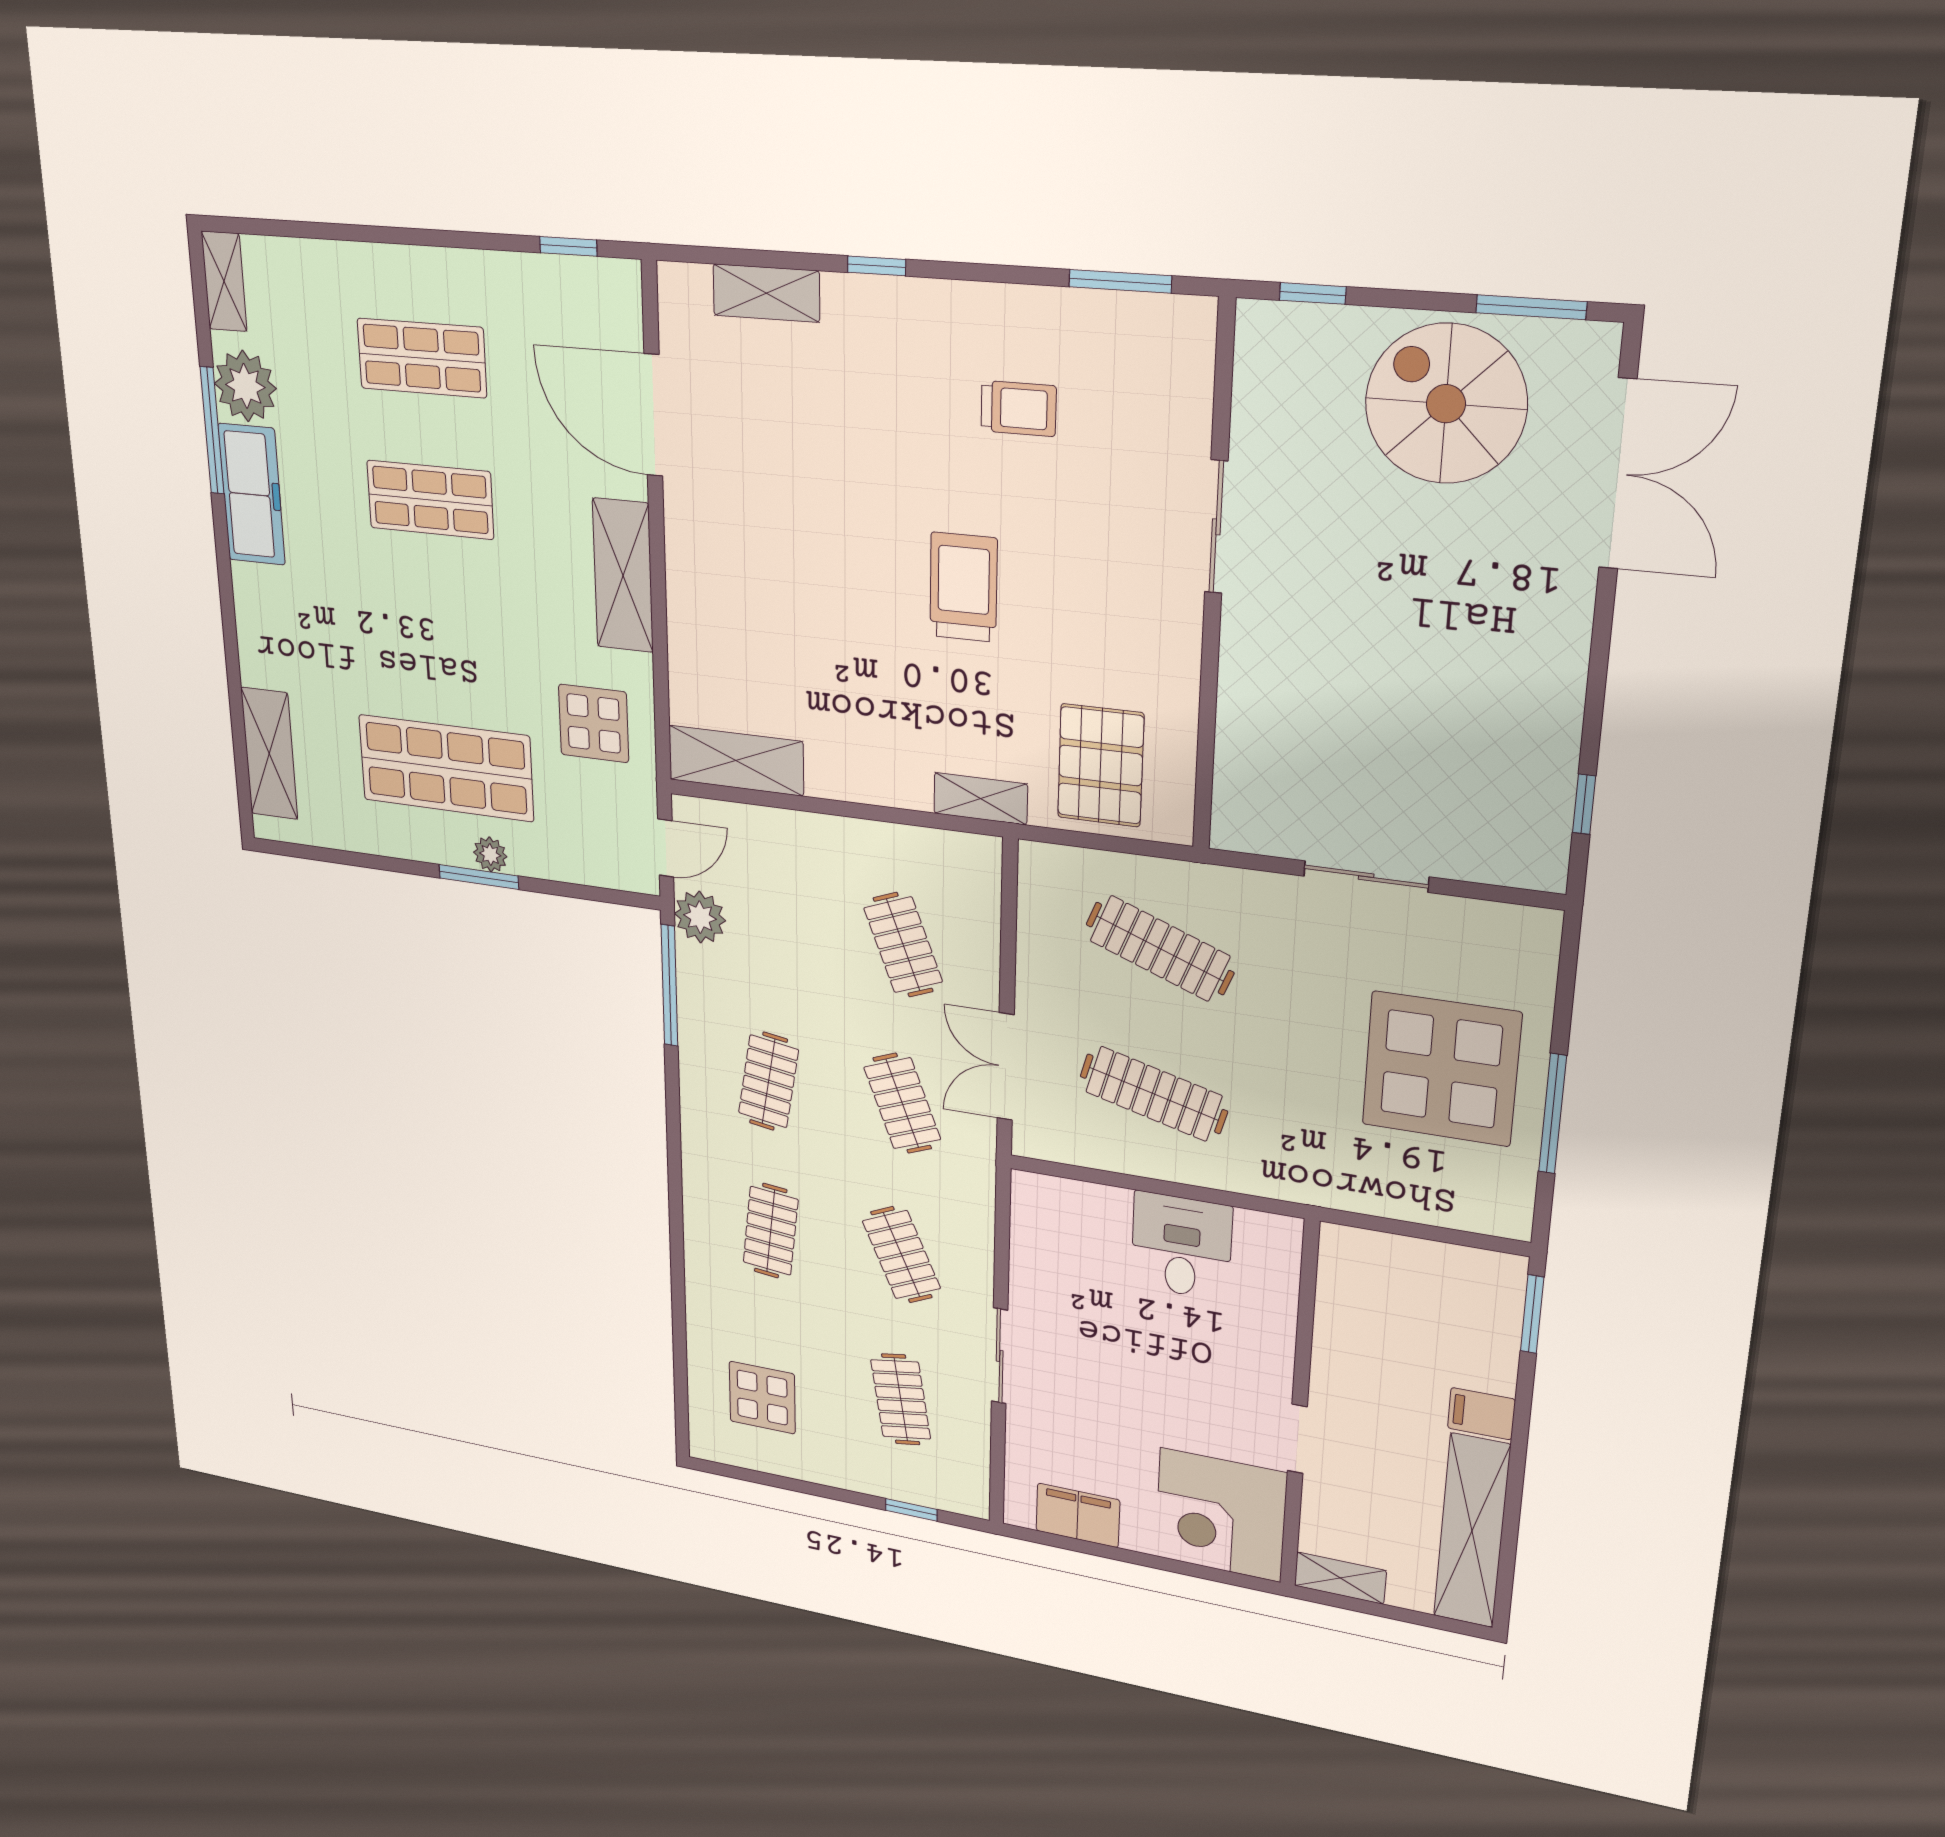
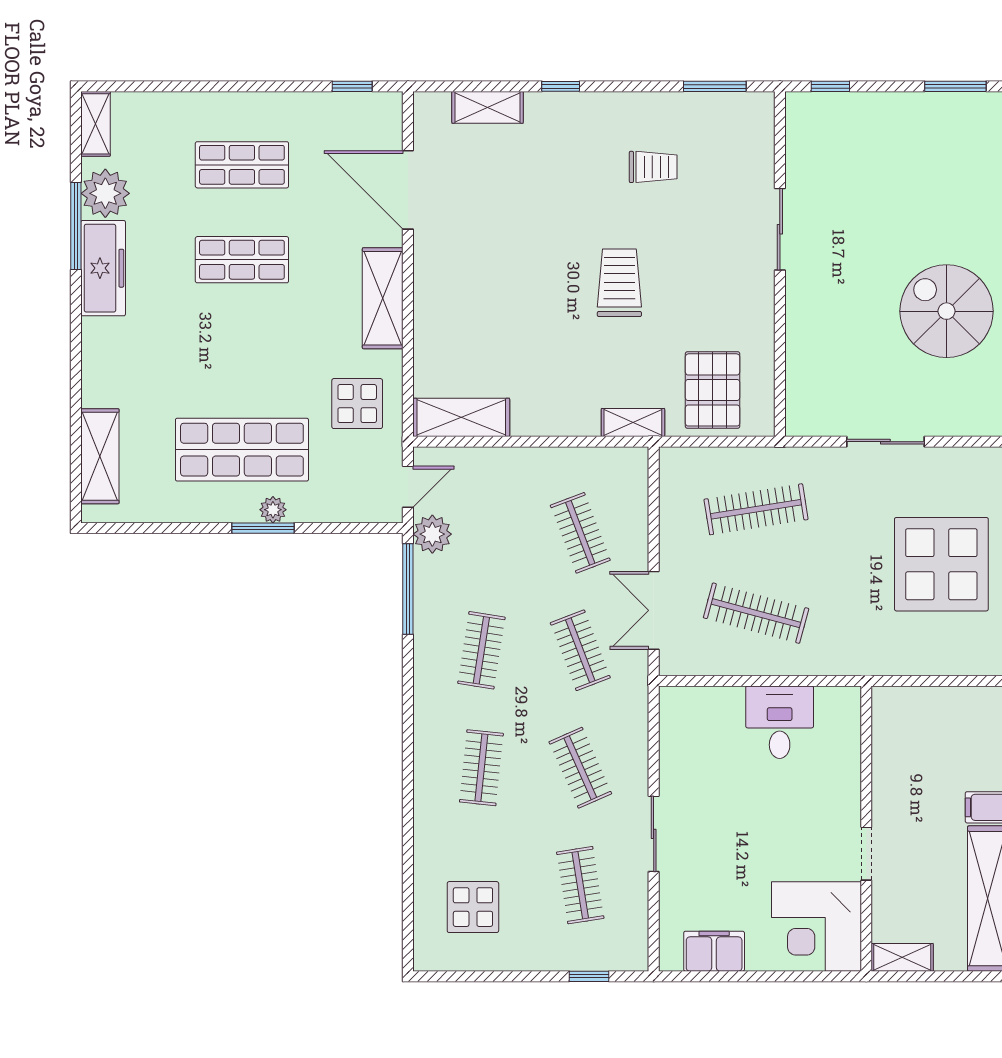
spiral stairs: (1446, 404) -> (947, 311), moved
clothes rail: (1160, 948) -> (756, 509), turned -30

